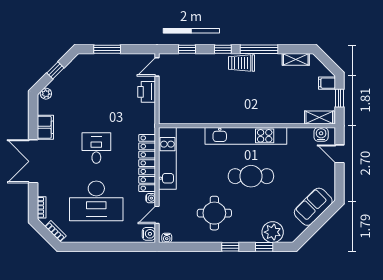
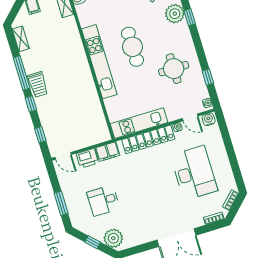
plant: (46, 94) -> (113, 238), width x1.88, depth x1.88
filing cabinet: (45, 127) -> (107, 152), moved, turned 180
desk: (96, 148) -> (103, 201), moved
window: (230, 247) -> (208, 77), moved

